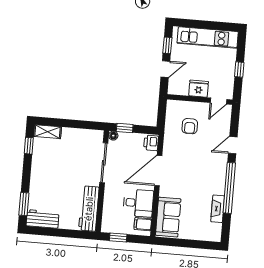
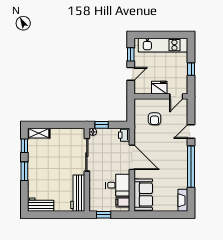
door: (158, 171) -> (132, 157), swing flipped
window: (24, 204) -> (24, 171), moved
fireplace: (218, 209) -> (183, 200), moved

